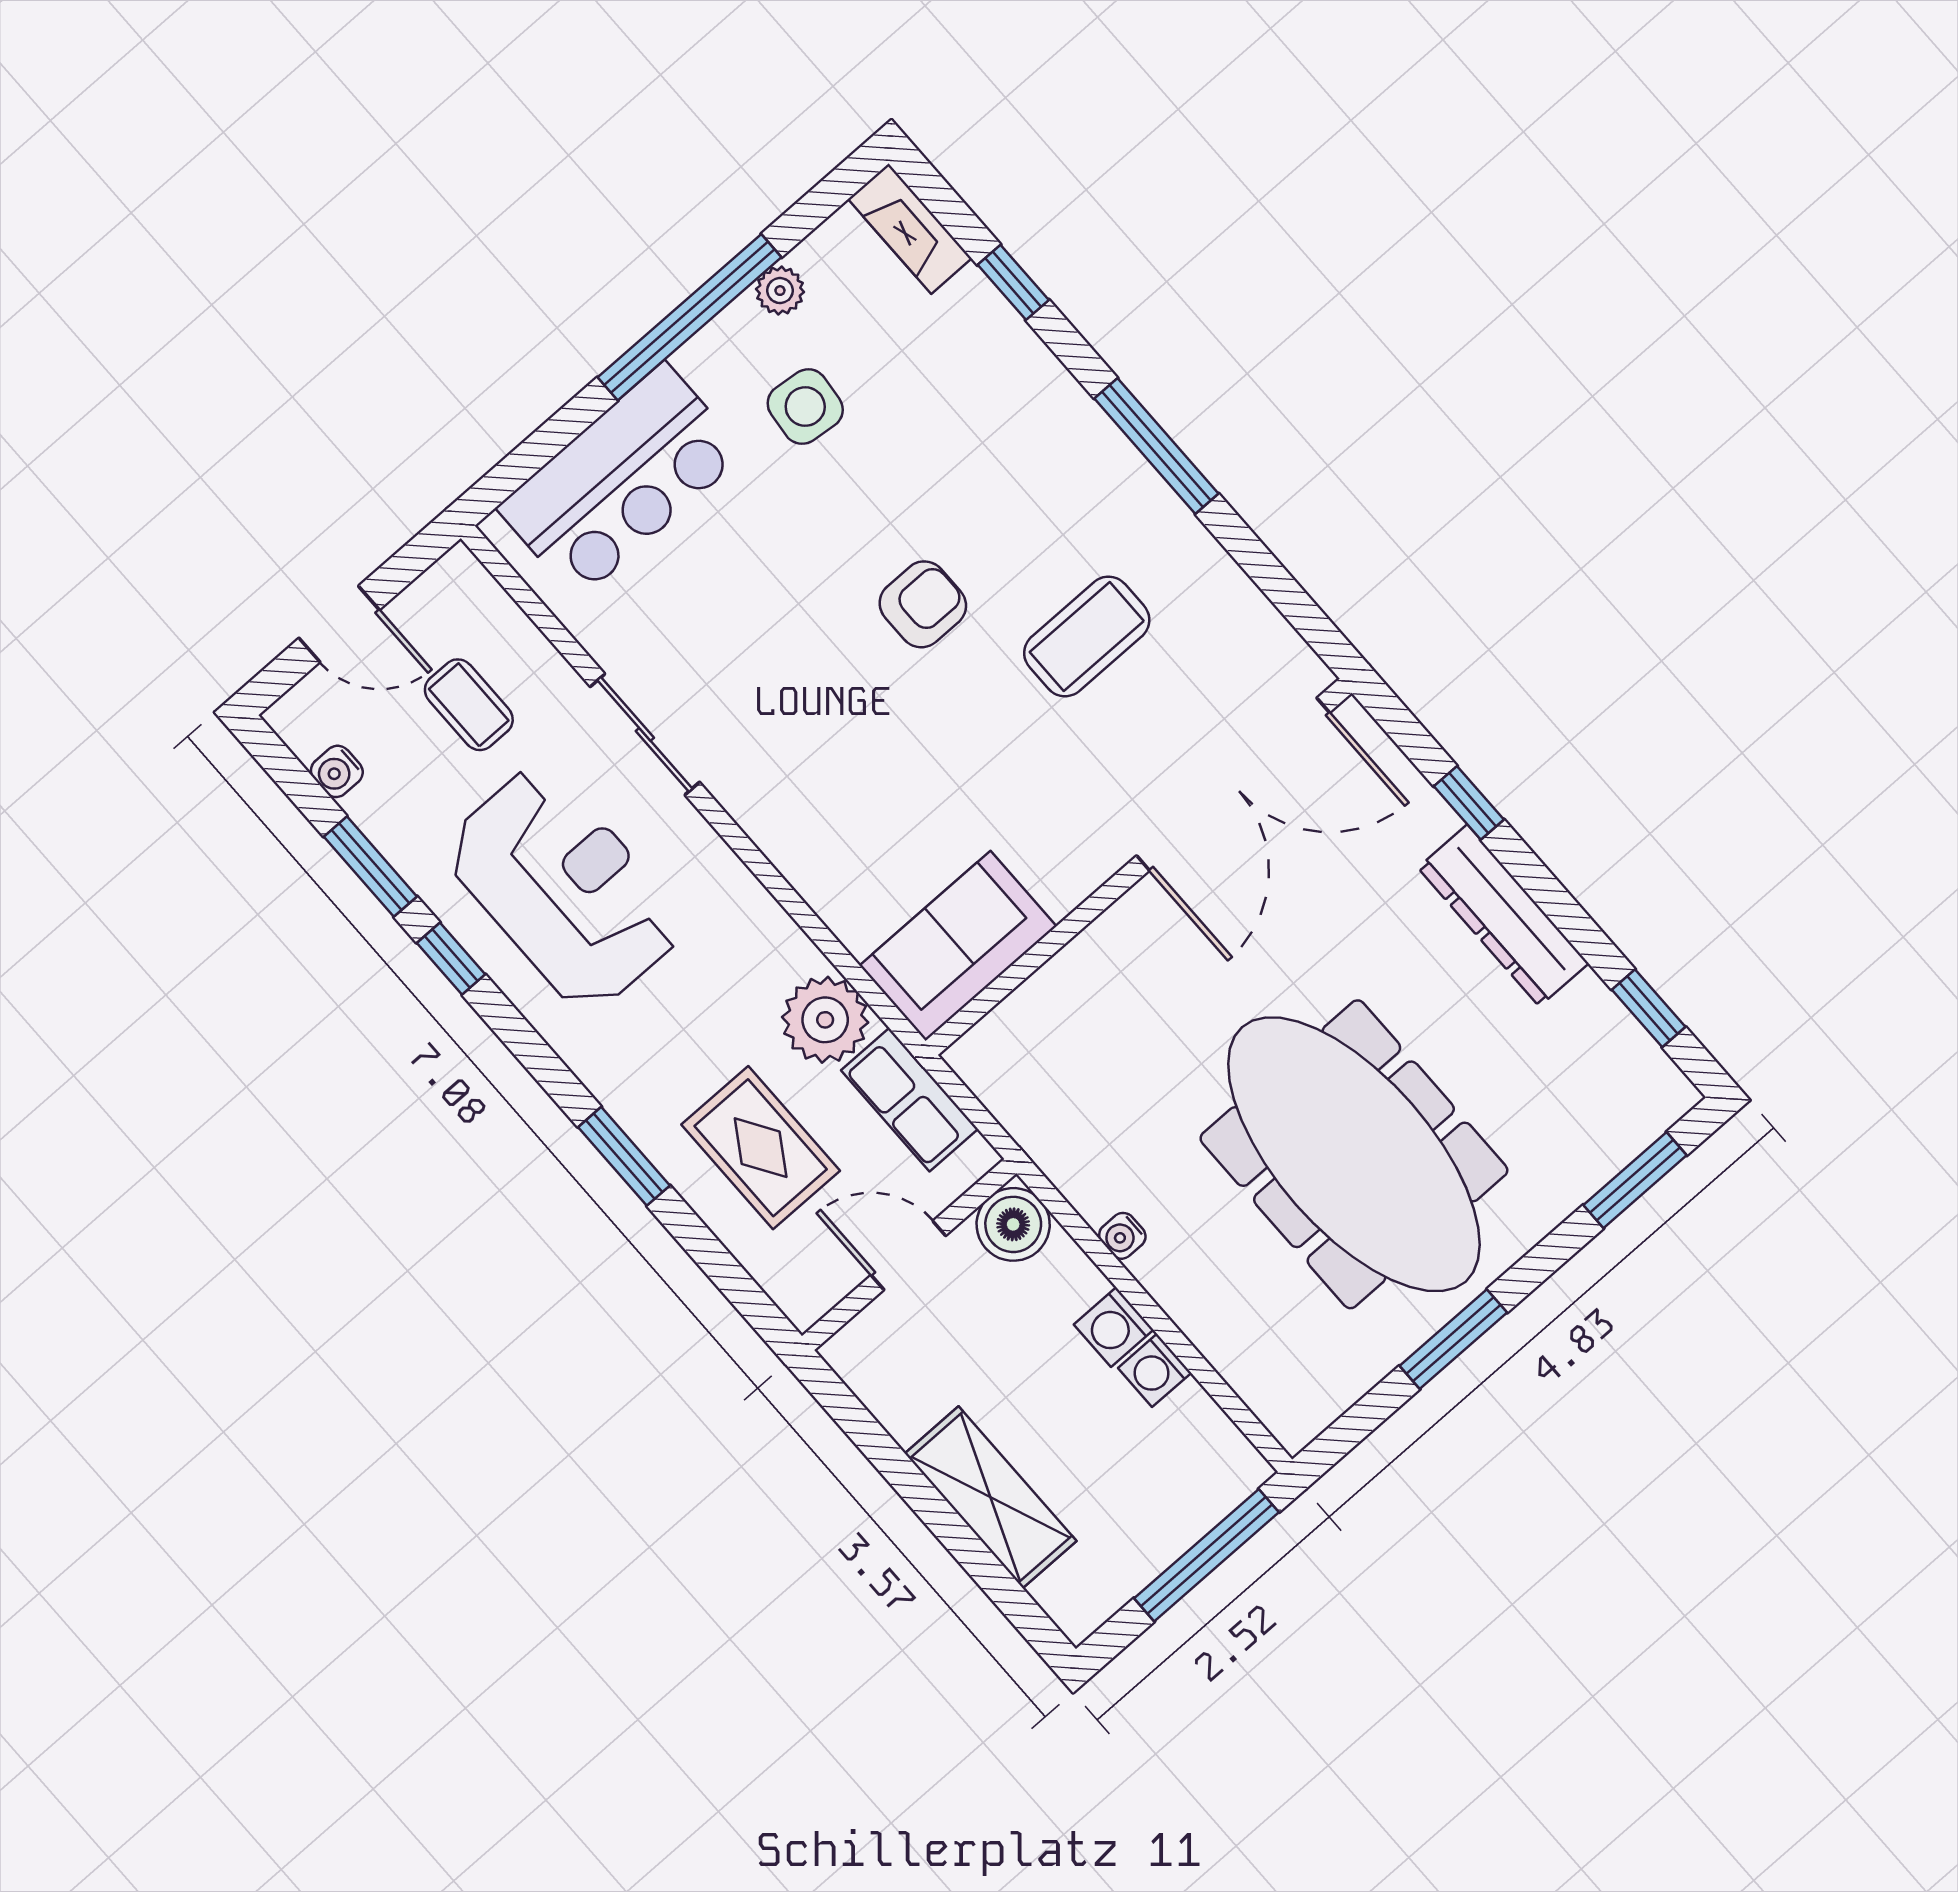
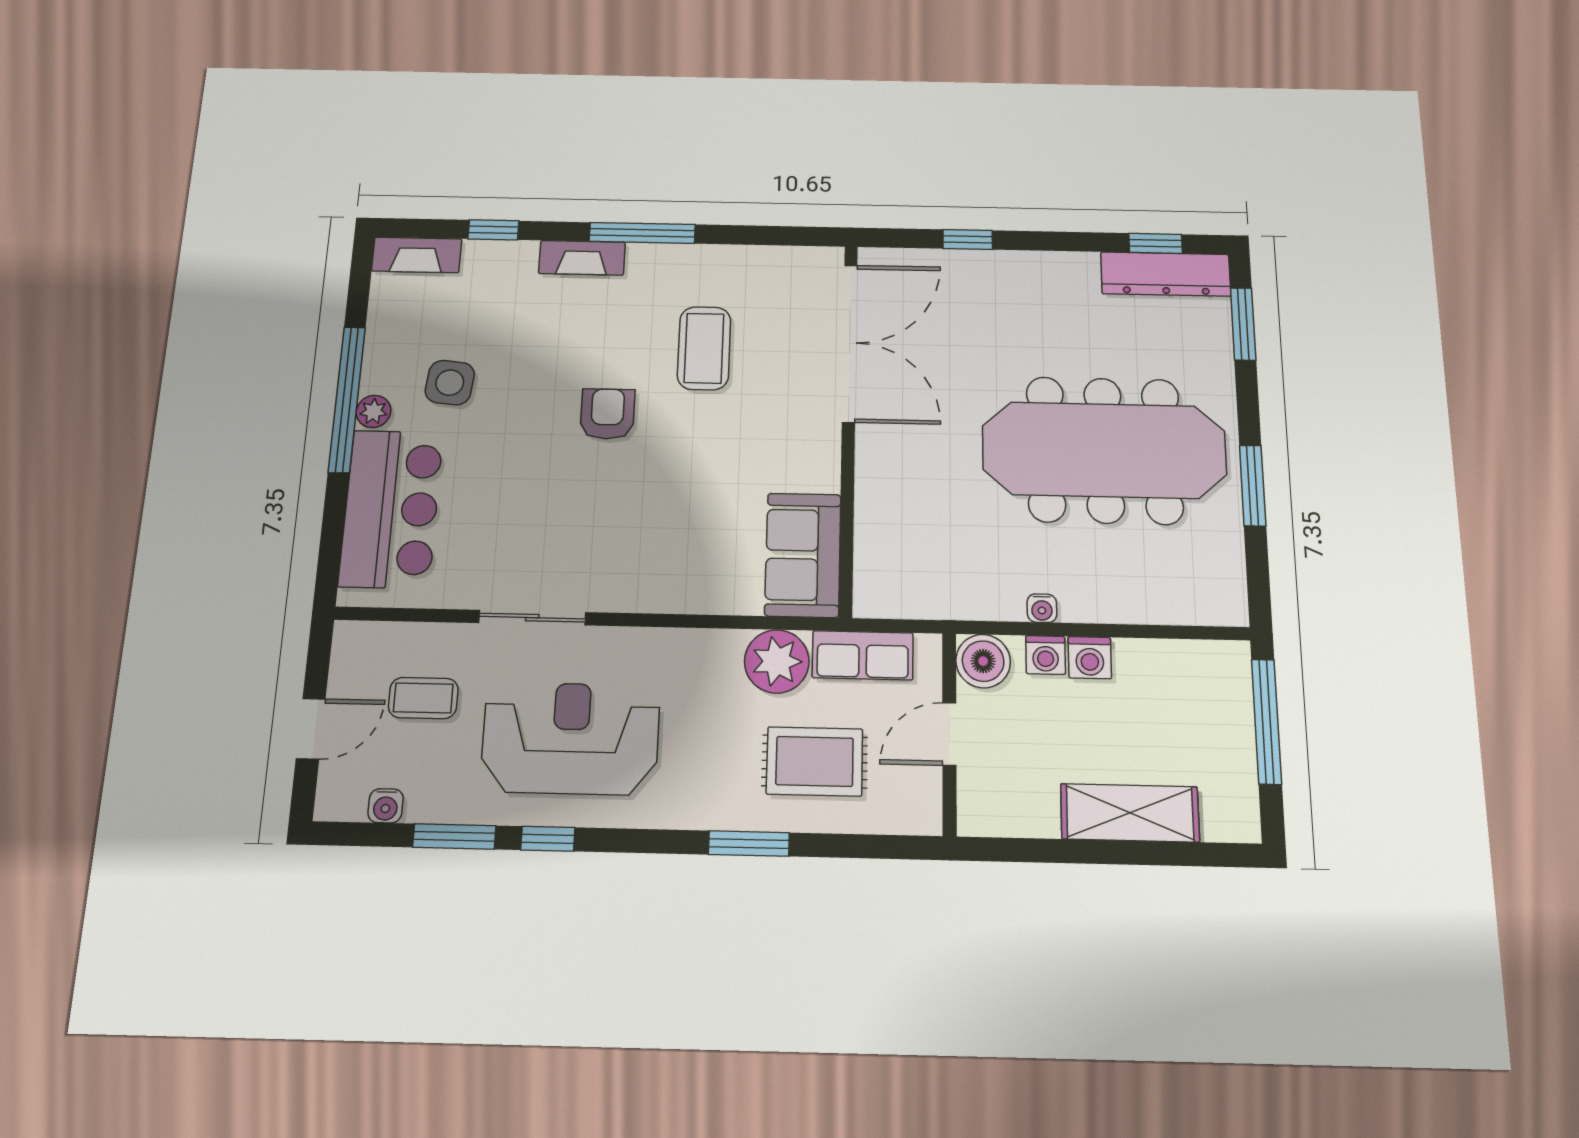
plant: (780, 291) -> (373, 411), moved
fireplace: (1069, 409) -> (582, 258), added
dresser: (1503, 915) -> (1166, 274), moved
washing machine: (1155, 1370) -> (1046, 655), moved

